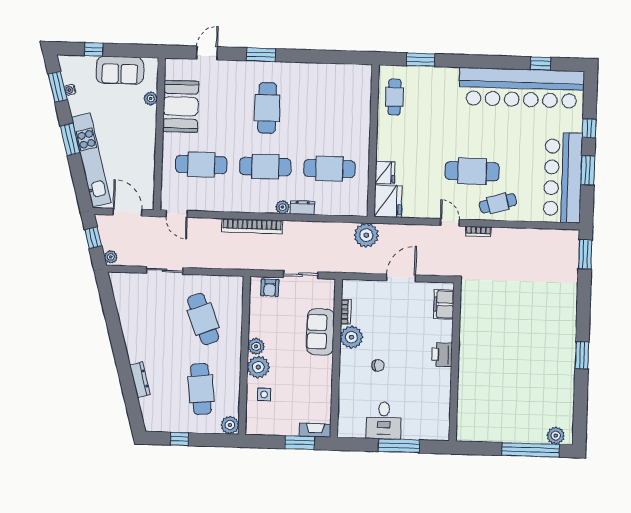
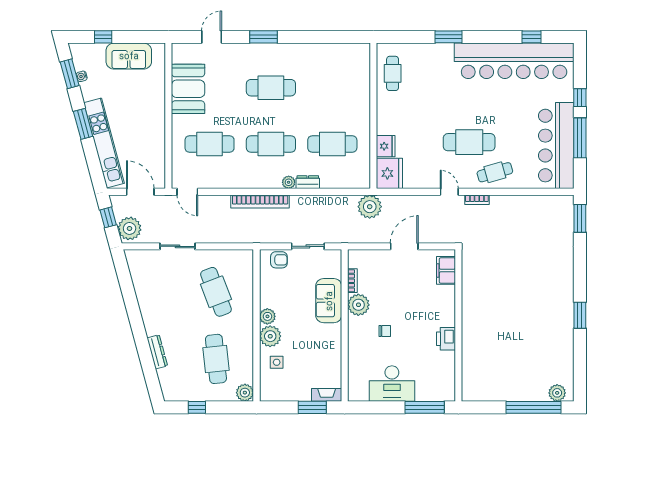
window: (421, 60) -> (449, 37), moved
plant: (151, 98) -> (159, 82), removed
cafe table: (267, 108) -> (271, 88), turned 90
window: (588, 170) -> (580, 138), width x1.44
plant: (111, 257) -> (130, 228), width x1.87, depth x1.87
armchair: (270, 288) -> (279, 260), turned -91
printer: (442, 355) -> (446, 339), moved
desk: (384, 420) -> (392, 383), width x1.37
window: (399, 446) -> (425, 407), moved

